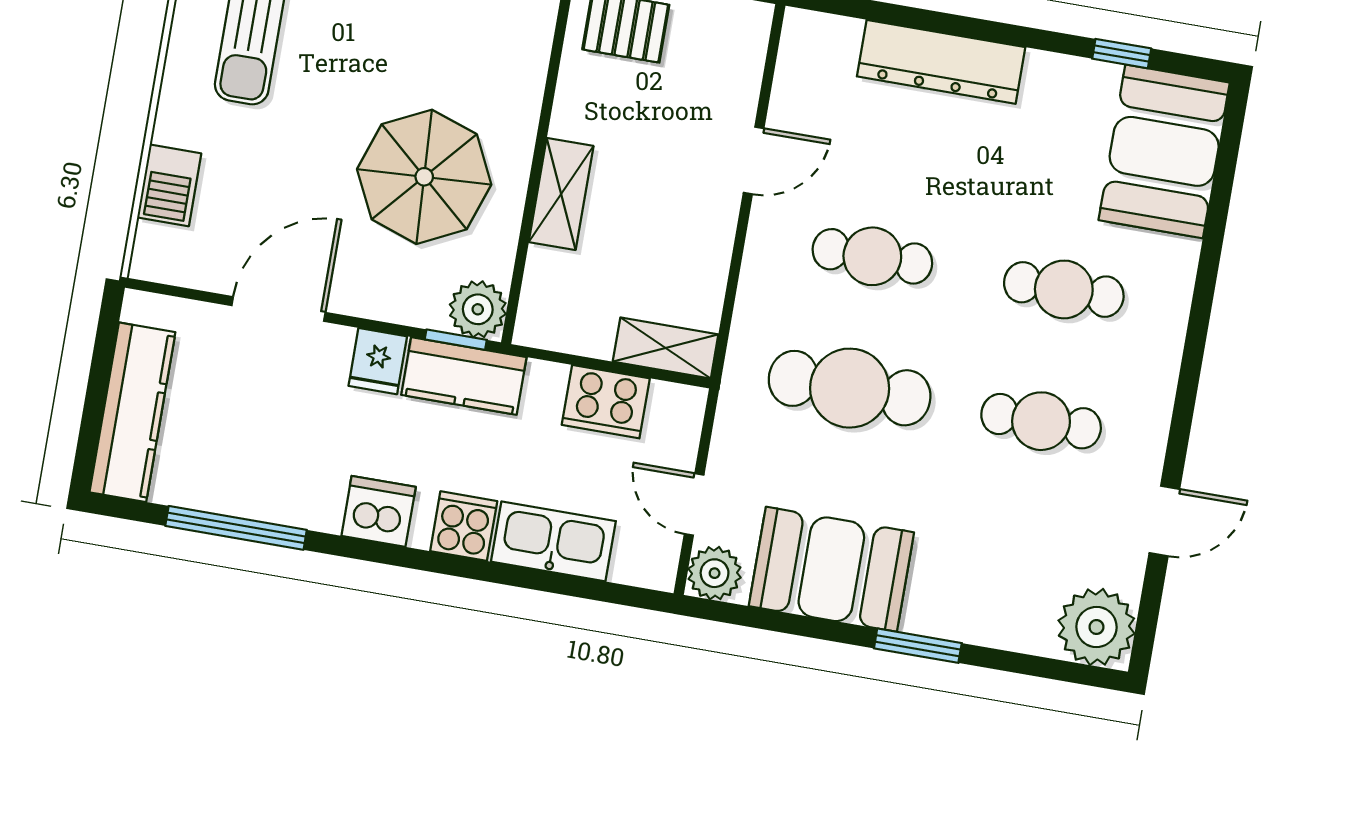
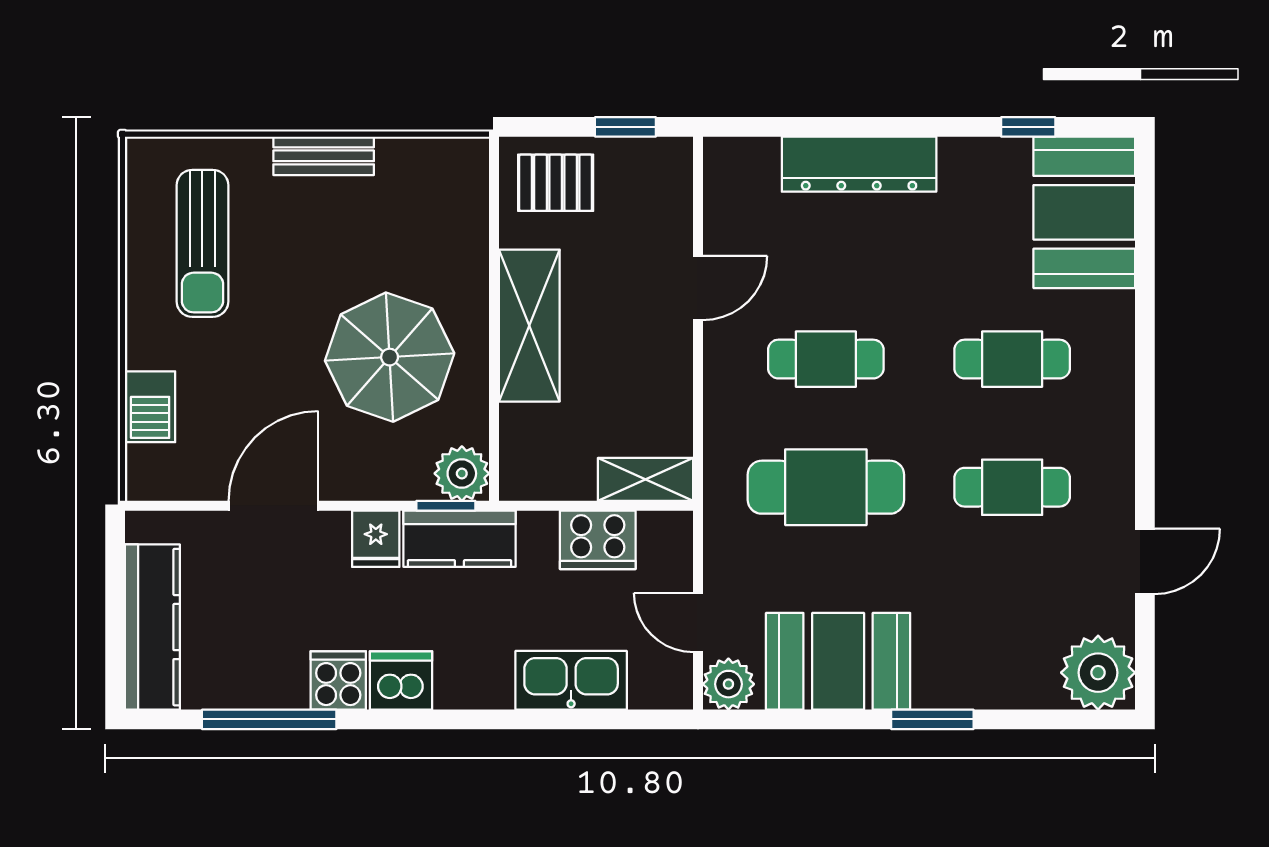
shelving: (561, 194) -> (529, 326), width x1.50, depth x1.33
cooker: (464, 526) -> (338, 681), moved

